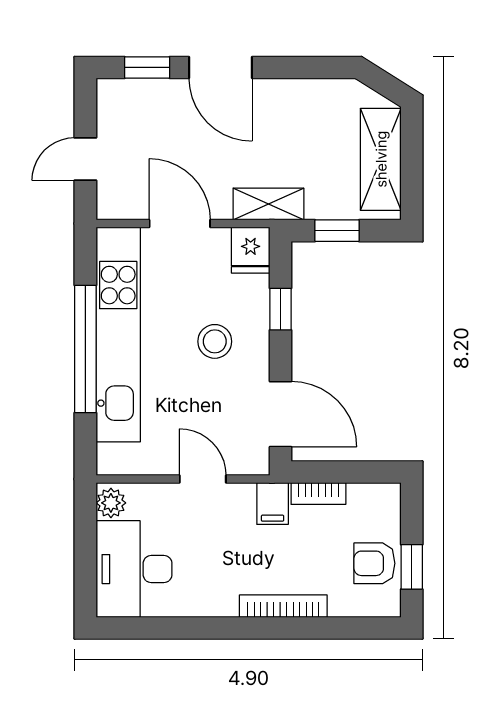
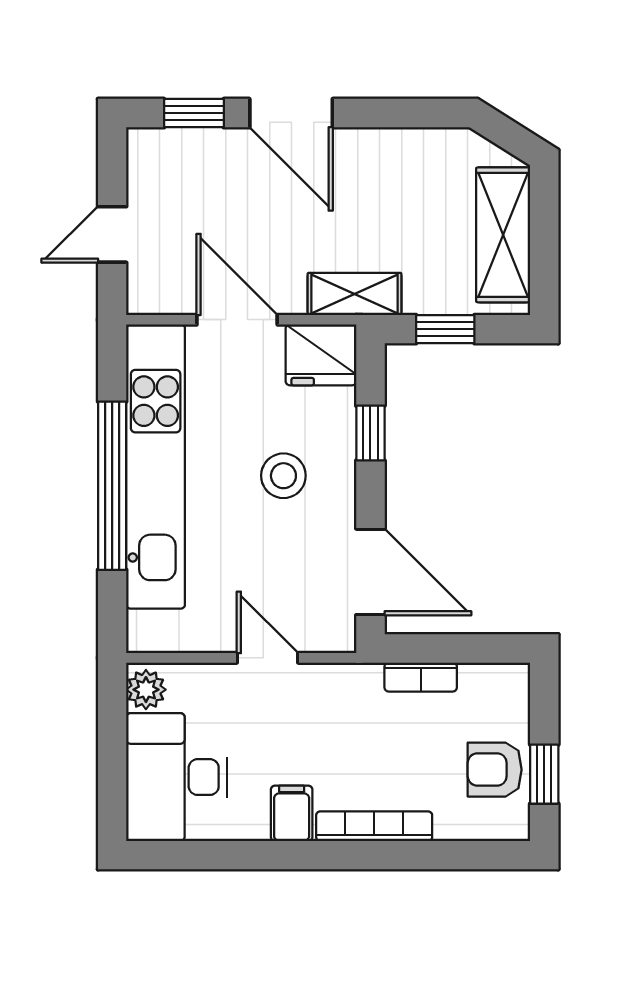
fridge: (251, 250) -> (321, 355), width x1.38
filing cabinet: (273, 503) -> (292, 813), moved, turned 180

